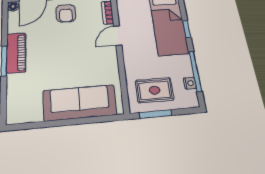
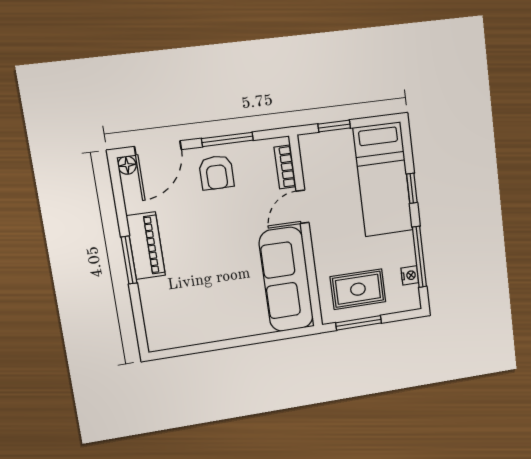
sofa: (80, 103) -> (286, 280), moved, turned -90

